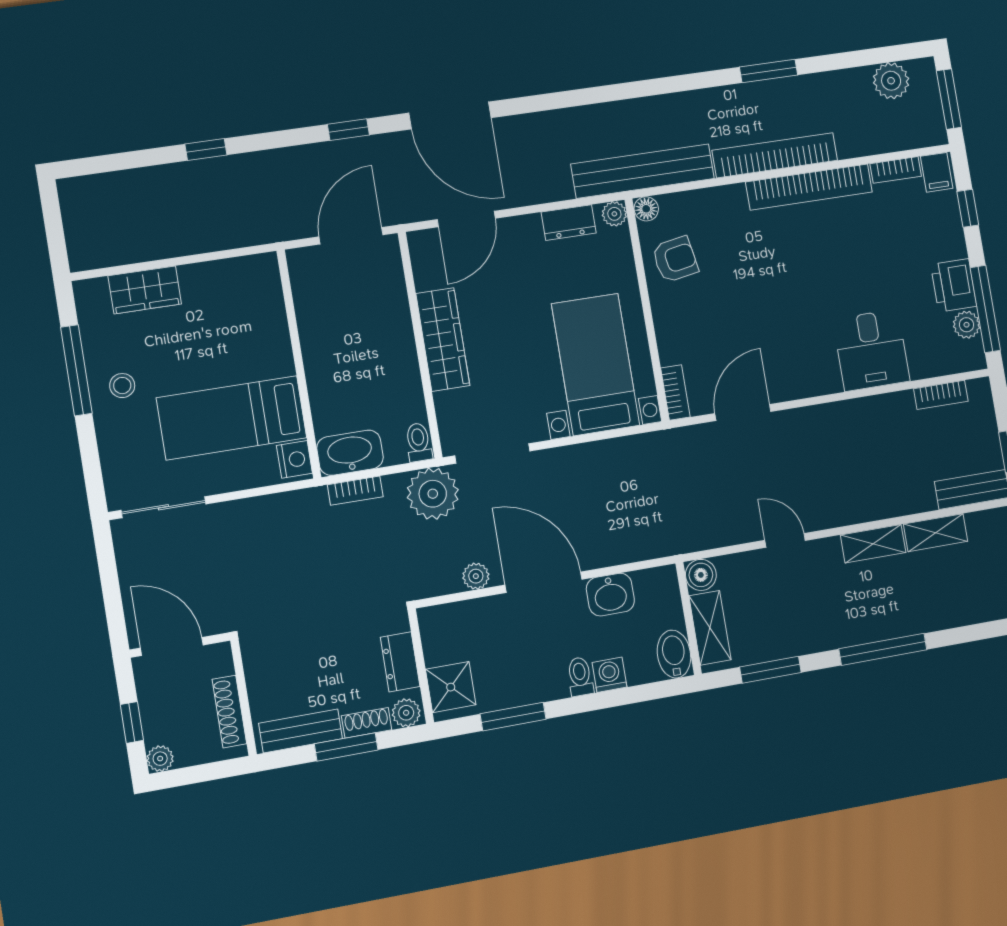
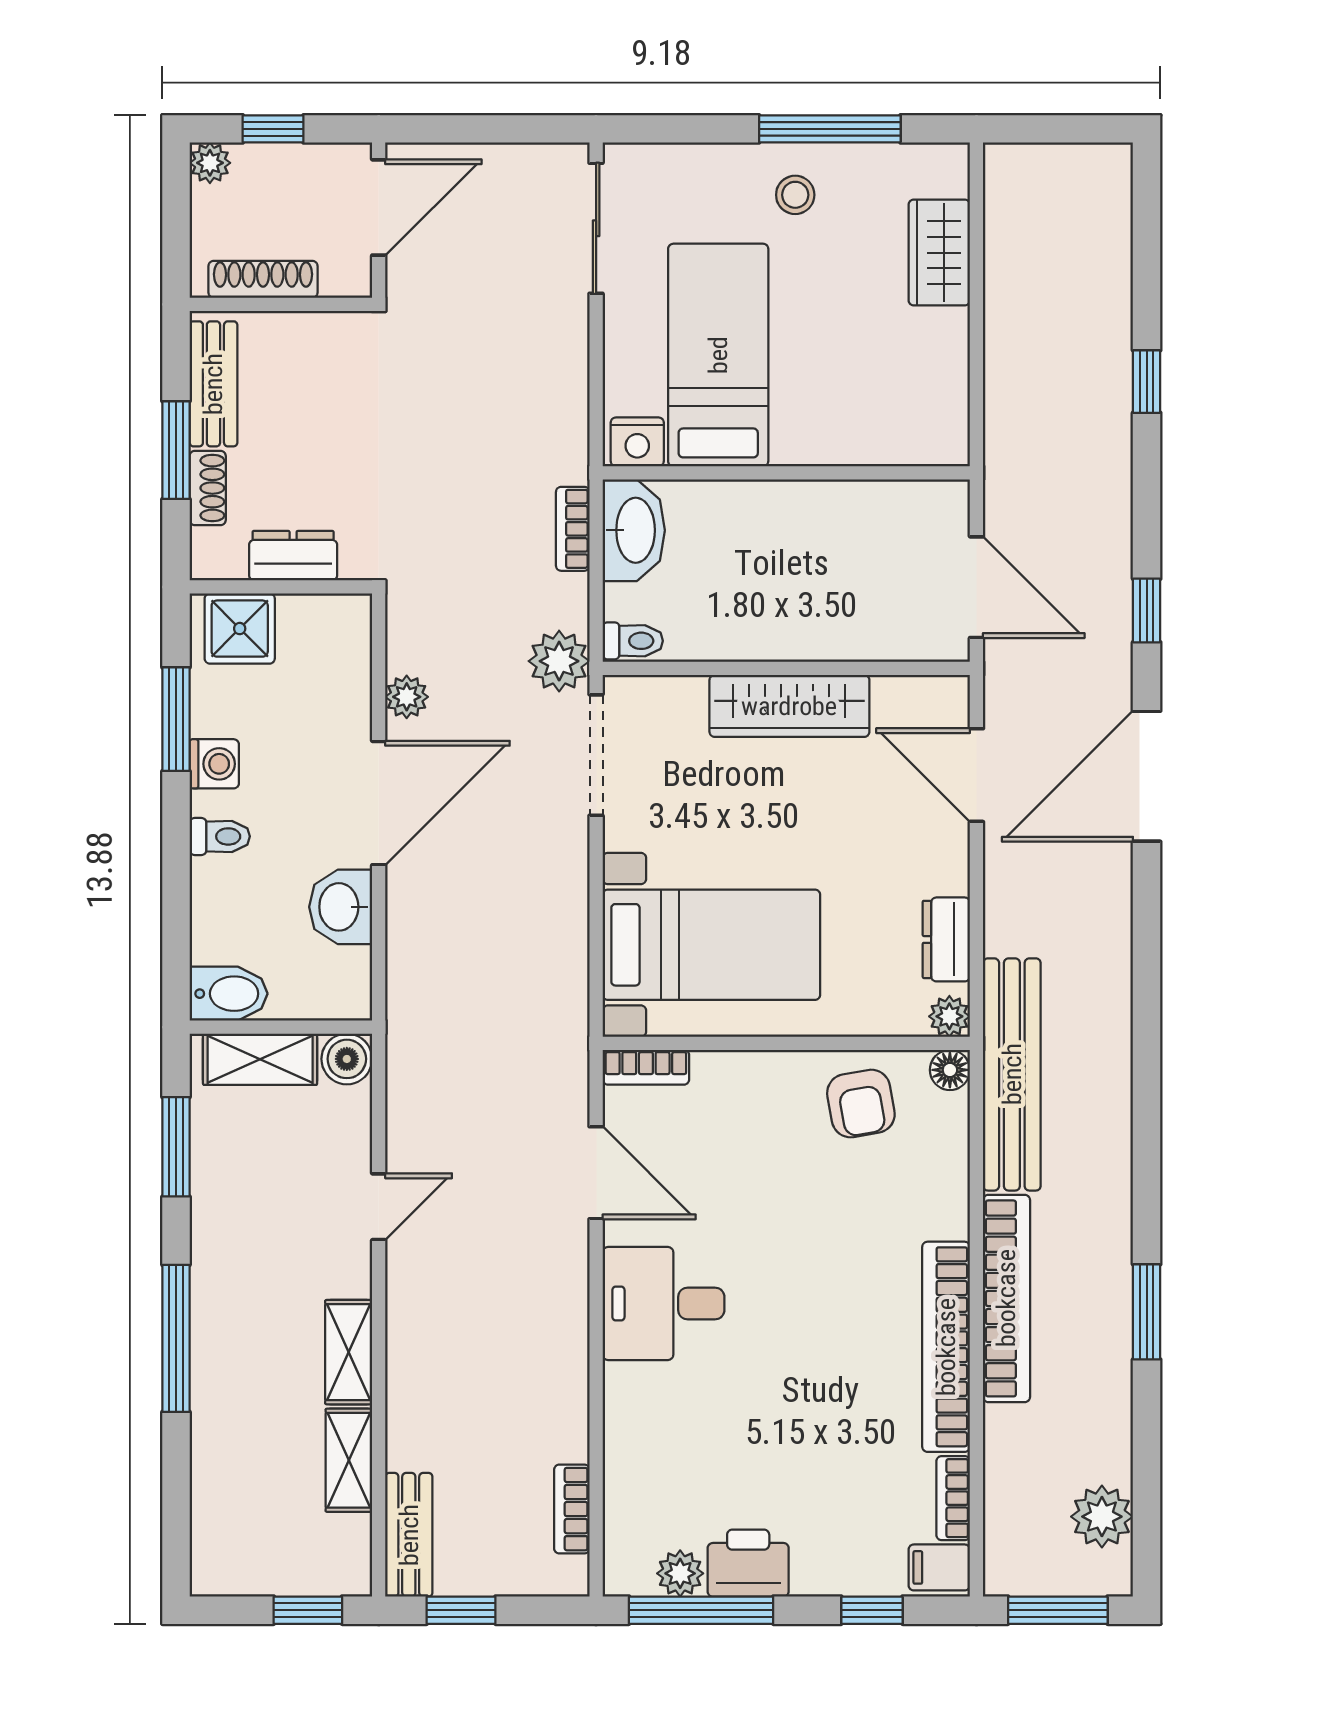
desk: (871, 350) -> (664, 1303), moved
plant: (433, 494) -> (559, 661), width x0.73, depth x0.73
washing machine: (609, 675) -> (214, 764), moved
plant: (406, 713) -> (212, 552), removed

